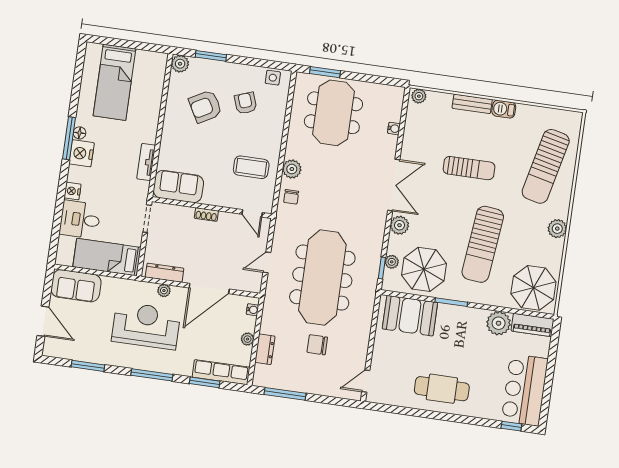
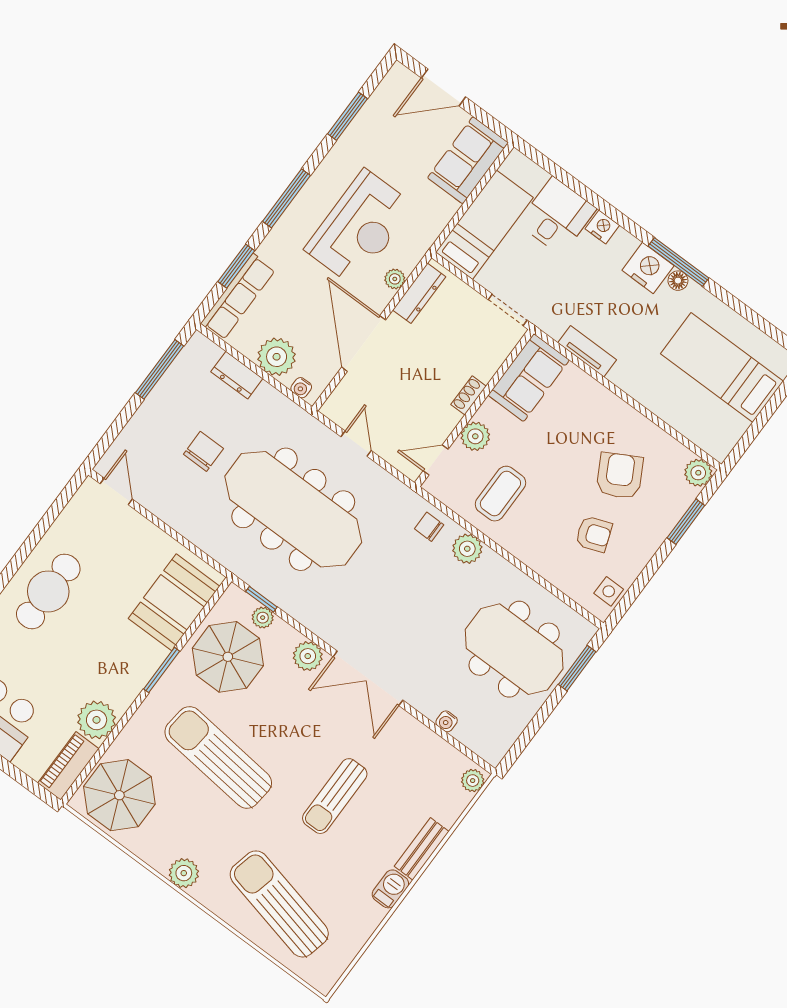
plant: (227, 198) -> (475, 436), added
plant: (247, 339) -> (277, 357), width x1.88, depth x1.88

